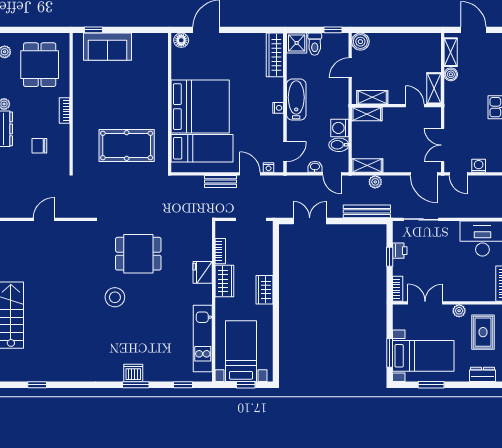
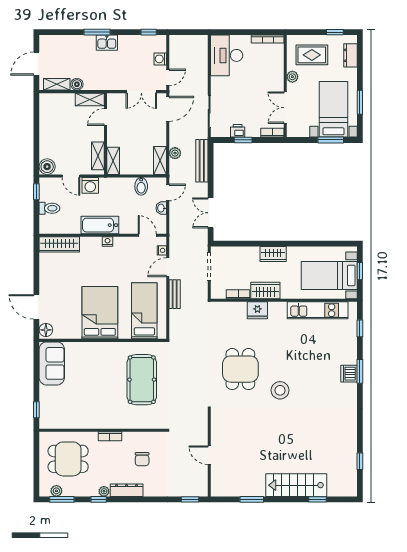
shower: (297, 43) -> (48, 225), removed
sofa: (108, 47) -> (52, 363), moved
bed: (200, 107) -> (100, 313), width x0.73
washing machine: (340, 128) -> (90, 185), moved

